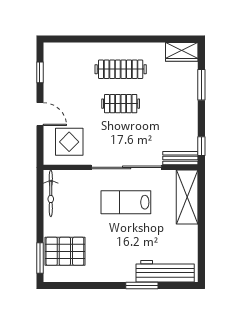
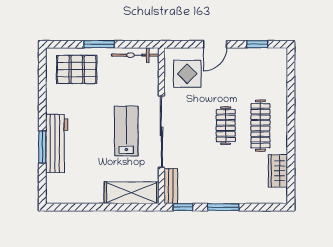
wardrobe: (182, 52) -> (278, 171), moved
window: (201, 85) -> (223, 207), moved
pallet: (65, 251) -> (77, 69), turned 90
window: (40, 258) -> (99, 44), moved
workbench: (165, 271) -> (57, 143), moved

